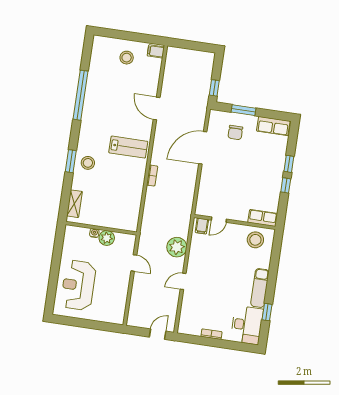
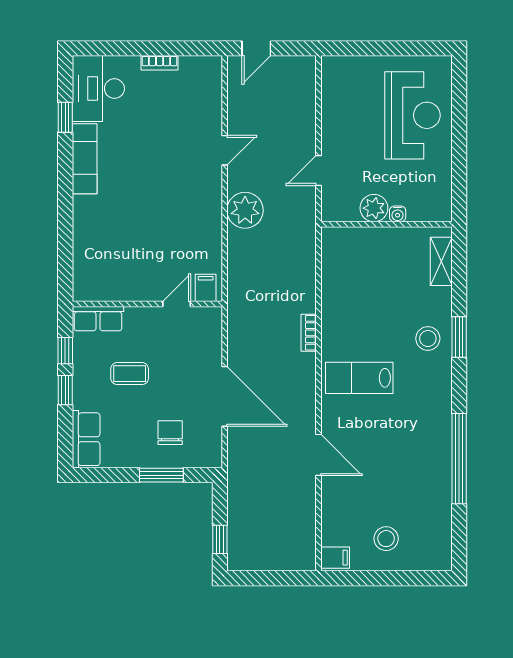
window: (214, 88) -> (220, 539), moved
row of seats: (273, 126) -> (86, 439), moved, turned 90
door: (203, 148) -> (225, 396), hinge flipped
coffee table: (253, 168) -> (130, 374), added
row of seats: (263, 218) -> (98, 319), moved
door: (219, 220) -> (177, 304), moved
wall: (235, 222) -> (147, 304), moved
filing cabinet: (202, 226) -> (206, 288), moved
stool: (255, 240) -> (105, 244), removed
door: (134, 263) -> (318, 170), hinge flipped

